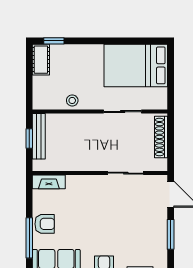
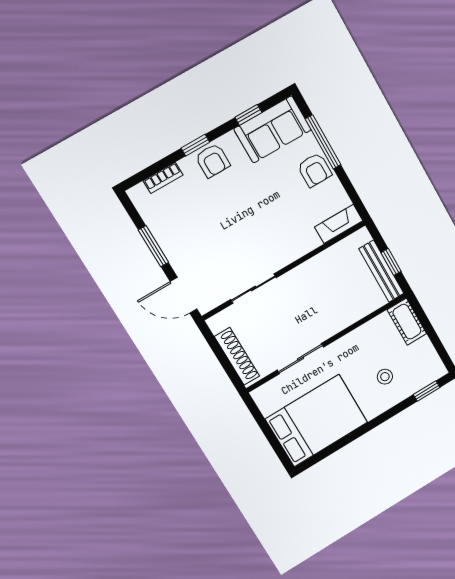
cot: (41, 60) -> (407, 322), moved
stool: (72, 100) -> (385, 377), moved
armchair: (45, 224) -> (315, 170), turned -90

